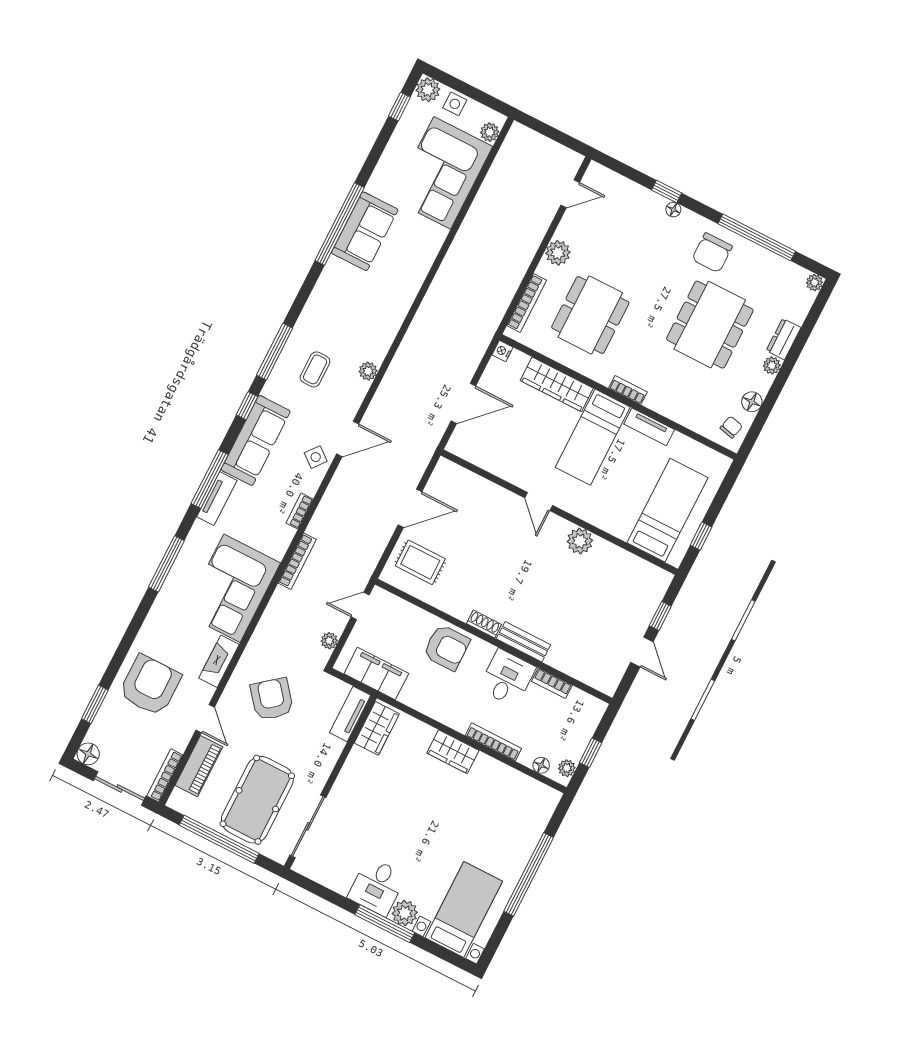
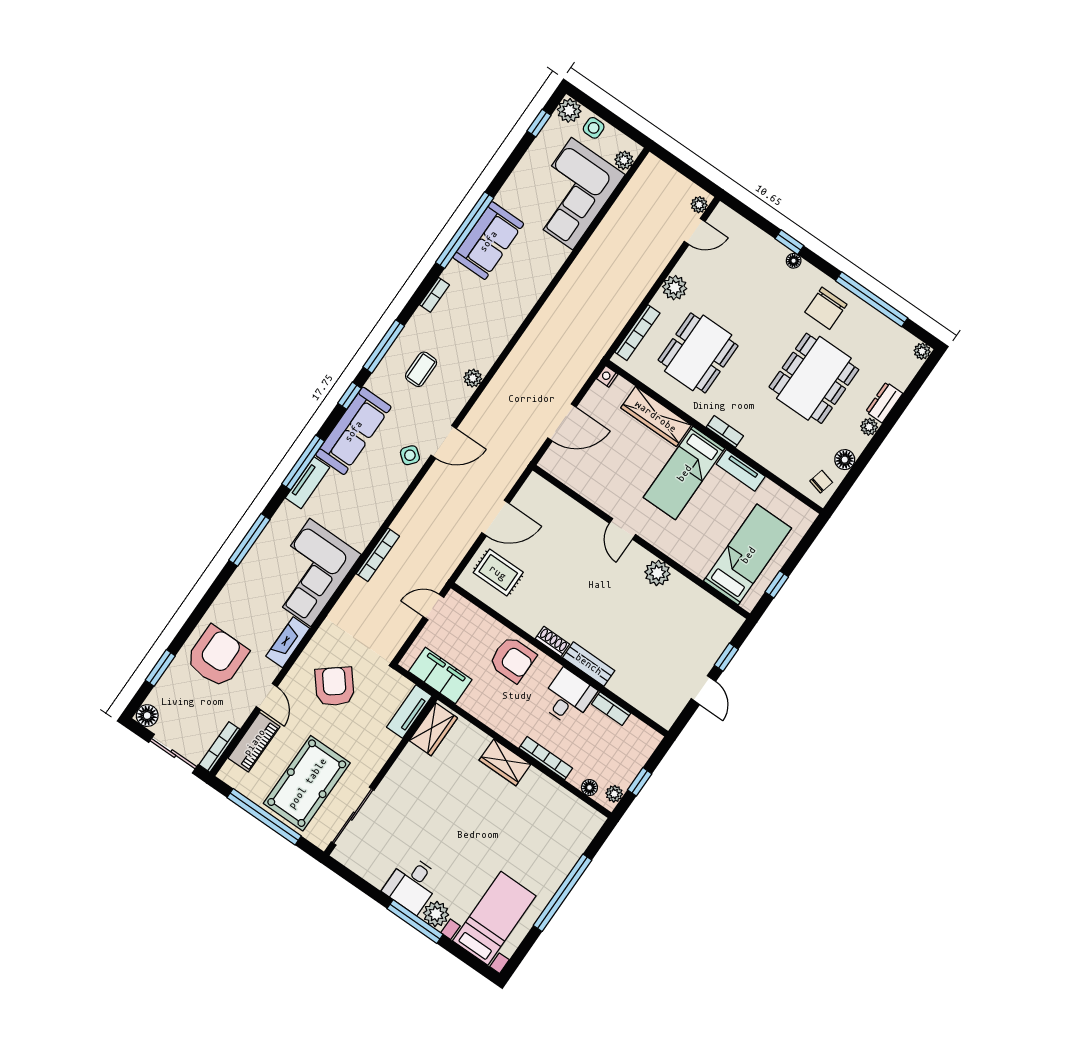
bookcase: (300, 511) -> (435, 295), moved, turned 180
plant: (329, 641) -> (699, 205), moved

